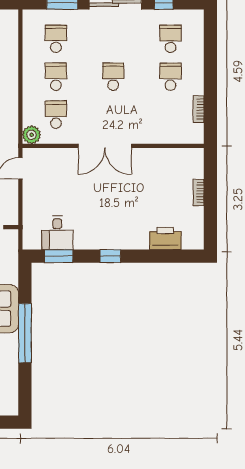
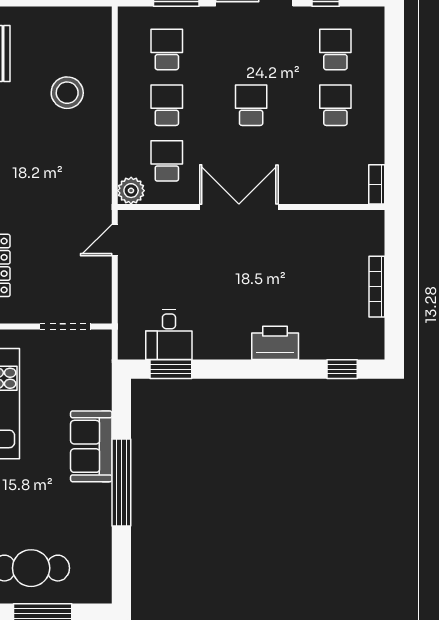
bookcase: (199, 109) -> (377, 184), moved
double door: (105, 146) -> (239, 207), swing flipped
bookcase: (199, 193) -> (377, 287), width x1.56
printer: (165, 238) -> (275, 343), moved
window: (110, 256) -> (342, 369), moved

